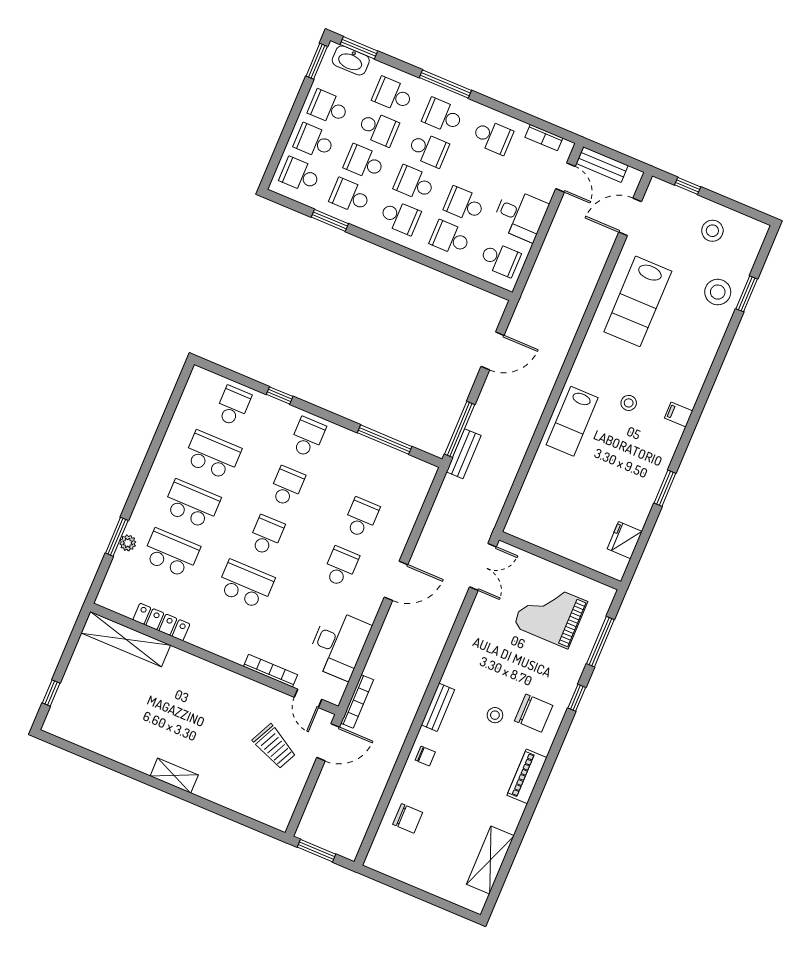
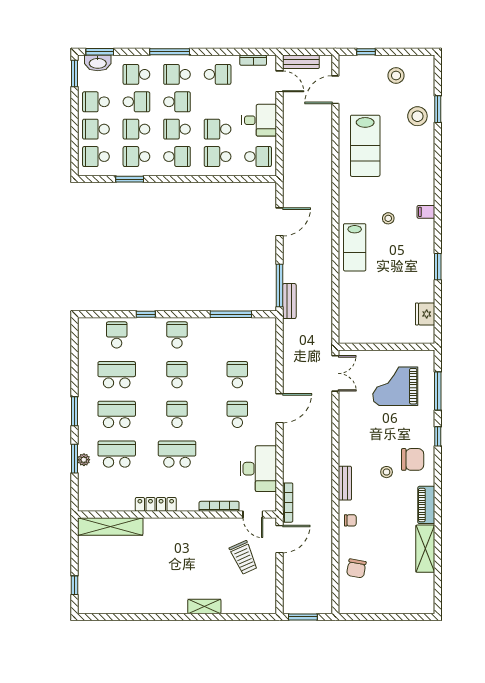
window: (141, 478) -> (75, 411), added
locker: (161, 622) -> (156, 504), moved
trolley: (274, 747) -> (244, 558), turned 40
shelving: (174, 776) -> (204, 606), moved
chair: (408, 818) -> (356, 568), turned 100
shelving: (490, 860) -> (425, 549), moved

